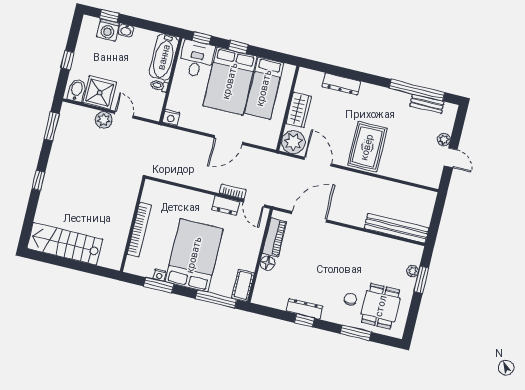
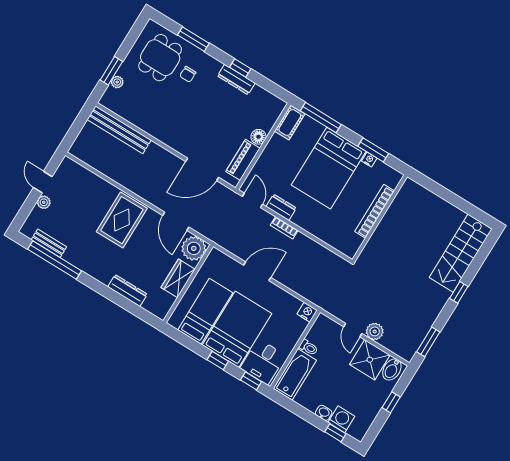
bookcase: (233, 191) -> (284, 228), moved
stairs: (65, 244) -> (461, 253), moved, turned 90

